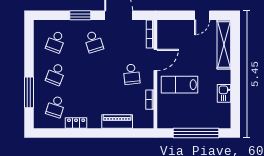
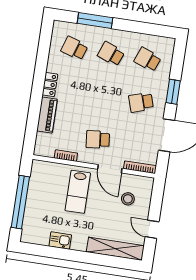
stool: (179, 40) -> (128, 199), added
lab bench: (179, 85) -> (78, 192), turned 180
locker: (76, 123) -> (50, 85), moved

